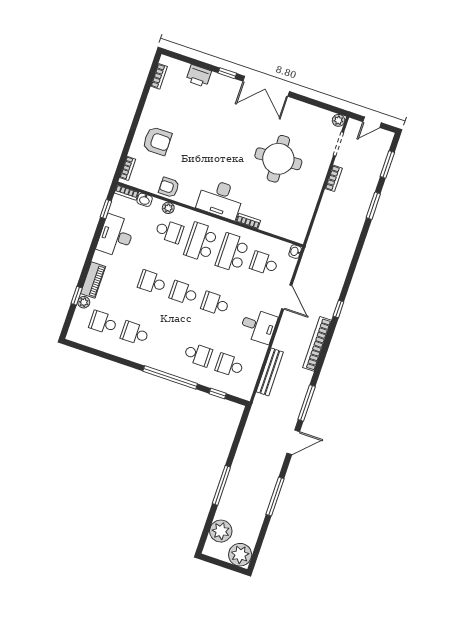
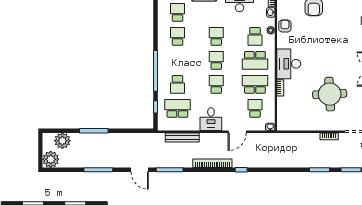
school desk: (201, 242) -> (255, 60), turned 180
school desk: (230, 365) -> (177, 108), width x1.85

